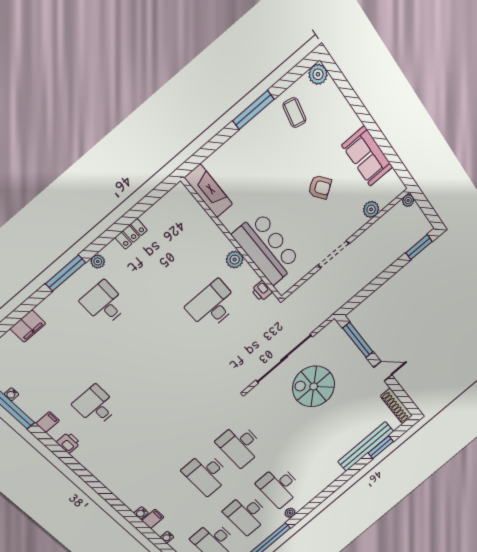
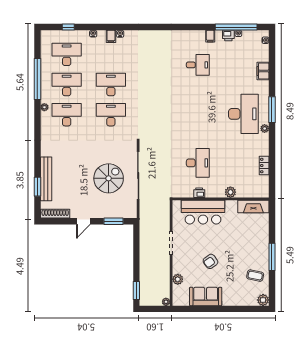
locker: (131, 234) -> (264, 166), moved
plant: (235, 260) -> (230, 192), moved
printer: (262, 291) -> (199, 193), moved
desk: (104, 303) -> (243, 114), width x1.87, depth x1.30
window: (358, 340) -> (114, 221), width x0.69
printer: (69, 443) -> (228, 35), moved

